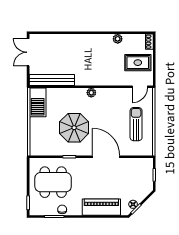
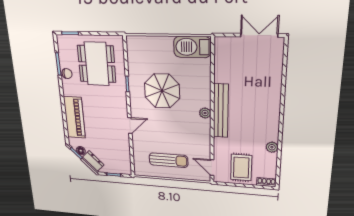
bench: (52, 80) -> (221, 111), moved
door: (106, 157) -> (130, 126), width x0.53
dresser: (142, 193) -> (93, 161), added

